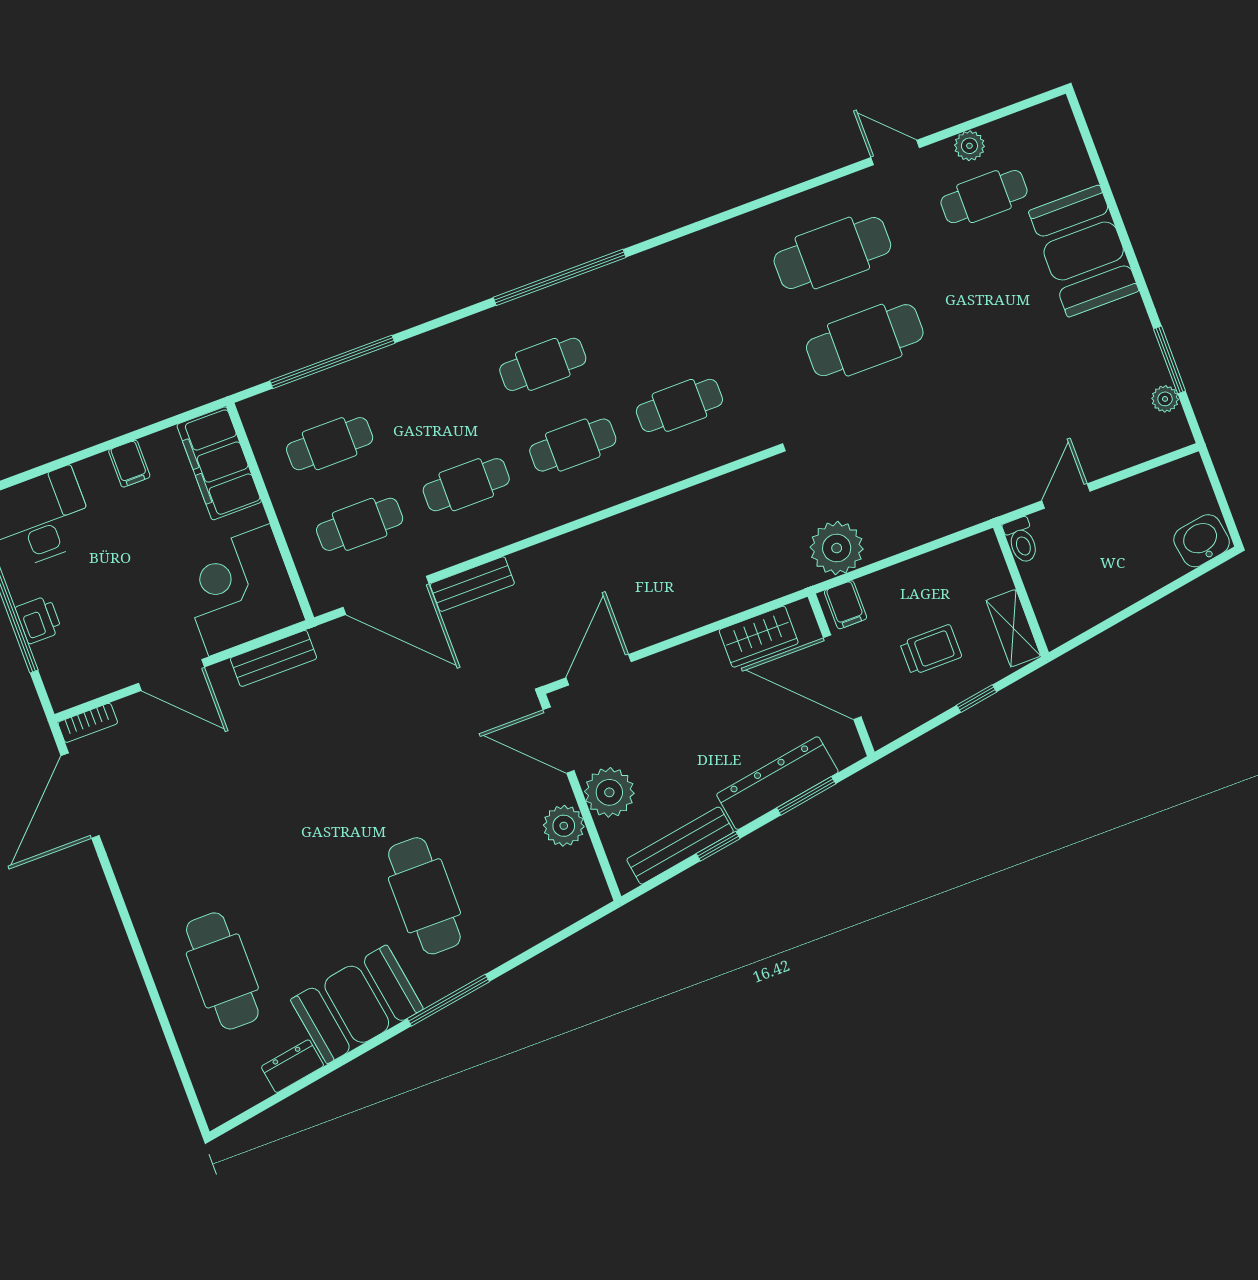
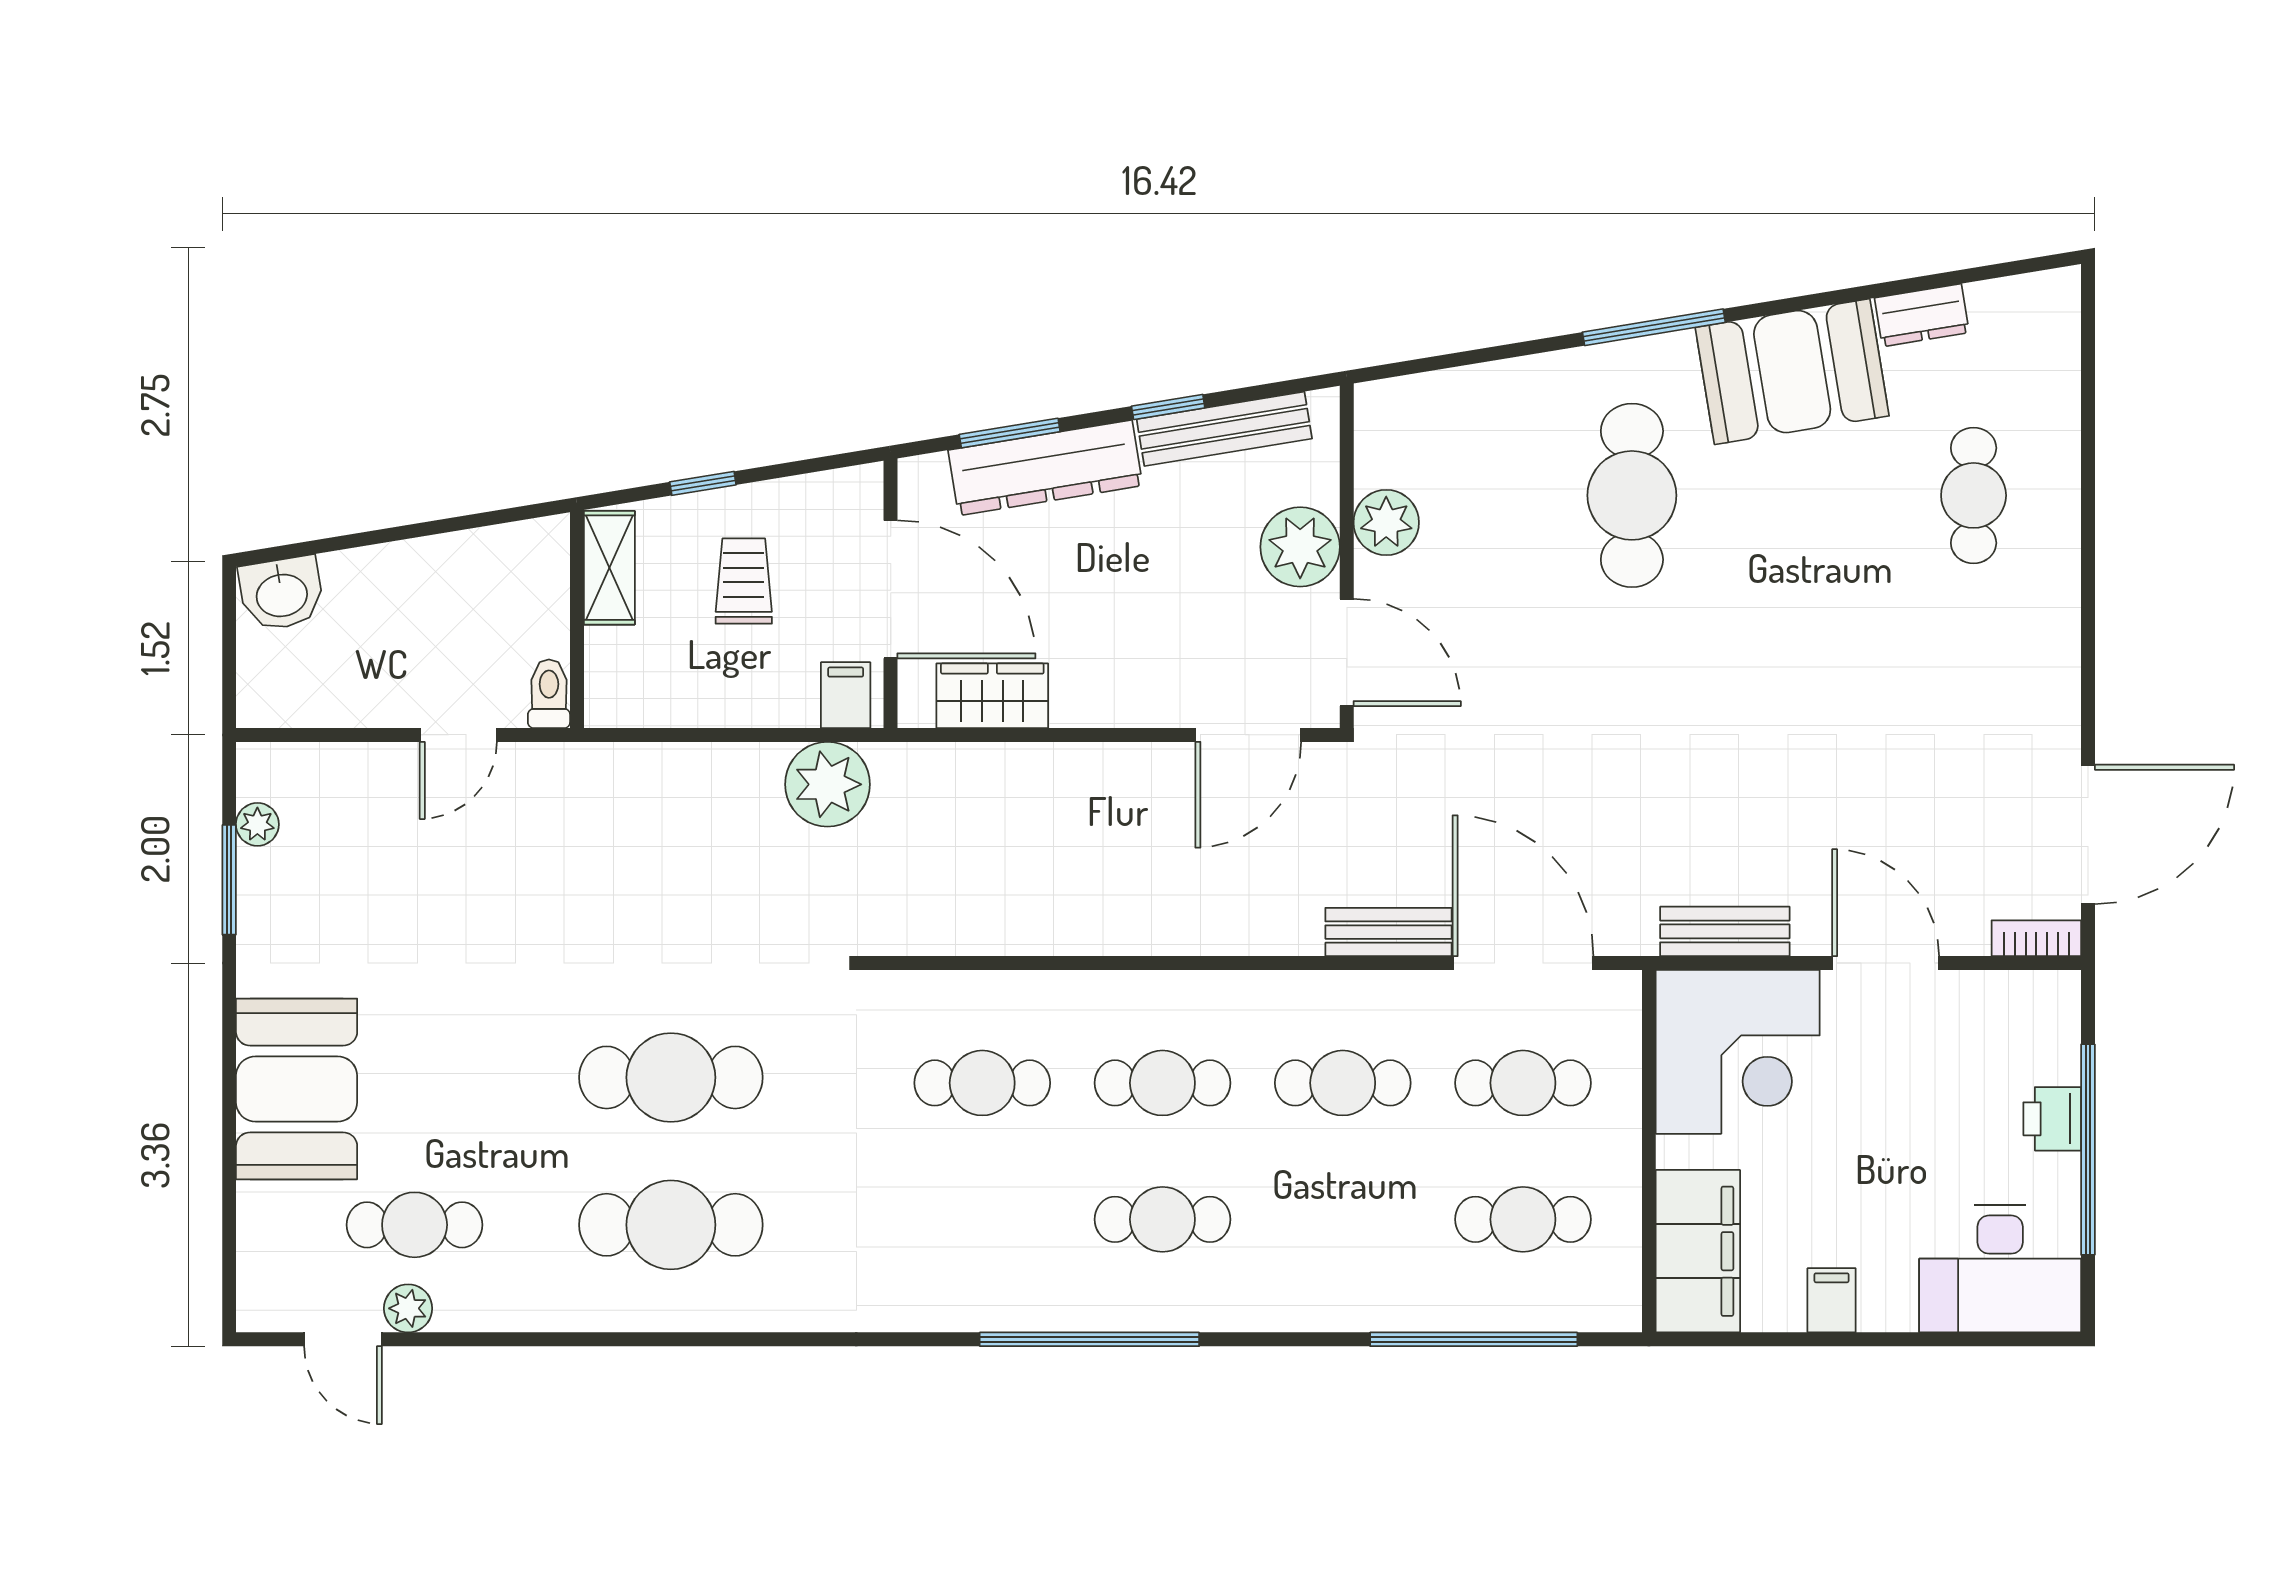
door: (895, 153) -> (343, 1339), moved
trolley: (931, 650) -> (744, 581), turned 90
cafe table: (222, 971) -> (1974, 495), width x0.73, depth x0.74

